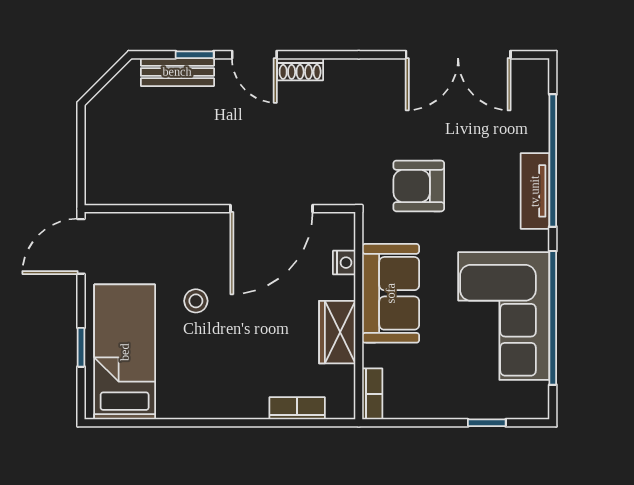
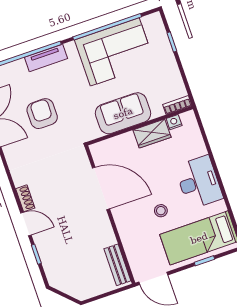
door: (254, 55) -> (26, 224), hinge flipped
bench: (177, 72) -> (117, 265), moved
armchair: (419, 186) -> (42, 114), moved, turned 180
nightstand: (344, 263) -> (174, 122), moved
desk: (223, 385) -> (199, 182), added
bookcase: (297, 408) -> (198, 141), removed

